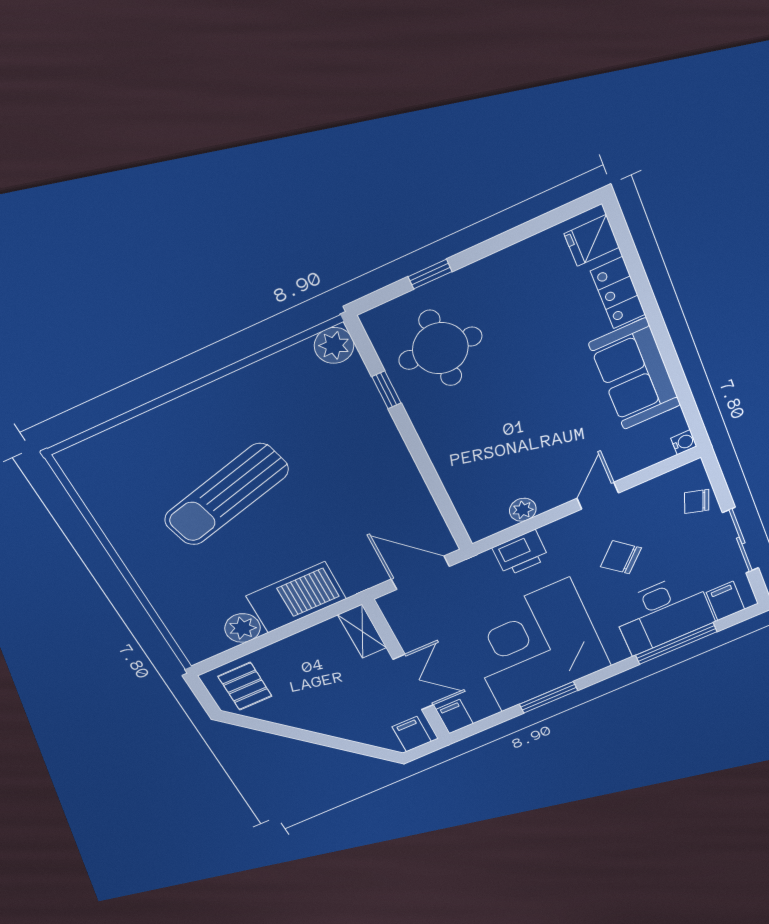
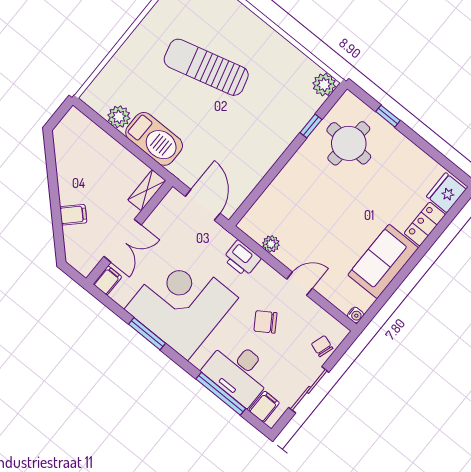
fridge: (592, 240) -> (446, 193), width x1.38
chair: (621, 557) -> (265, 322), turned -76
pallet: (245, 686) -> (77, 137), removed
filing cabinet: (412, 734) -> (73, 215), moved, turned 45

